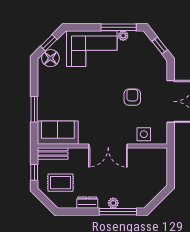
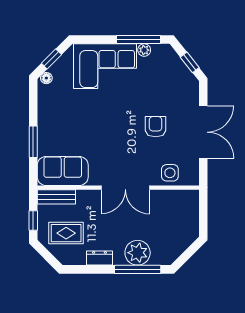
floor lamp: (50, 58) -> (46, 78), width x0.53, depth x0.53
plant: (113, 203) -> (138, 253), width x1.88, depth x1.88

